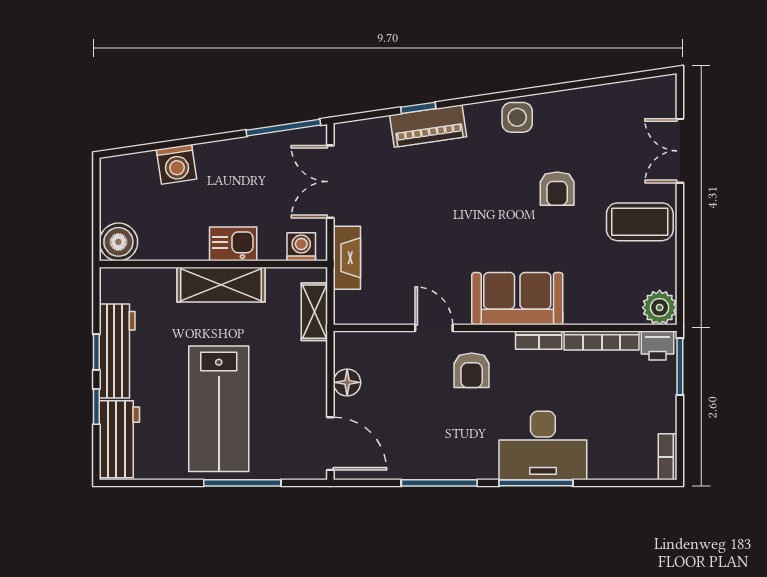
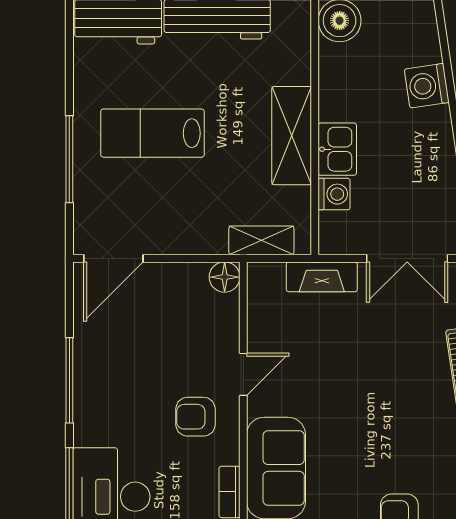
double door: (330, 182) -> (407, 258), swing flipped
washing machine: (301, 247) -> (334, 194), moved
floor lamp: (347, 382) -> (225, 277), moved
lab bench: (219, 409) -> (152, 133), width x0.73, depth x0.72

